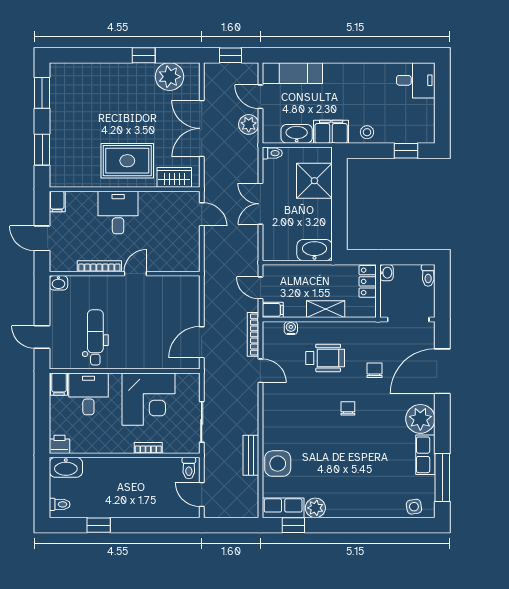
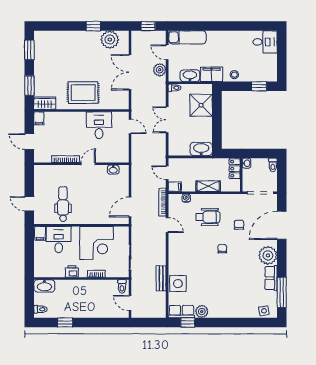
wardrobe: (174, 177) -> (45, 103), moved
desk: (118, 213) -> (99, 125), moved
washbasin: (58, 283) -> (113, 170), moved
printer: (59, 444) -> (72, 271), moved

